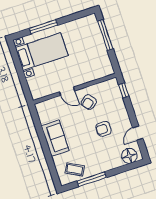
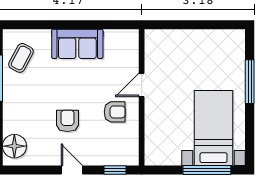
bed with nightstands: (42, 52) -> (214, 128), moved, turned 180
armchair: (89, 102) -> (115, 112), turned 128
door: (138, 133) -> (72, 170), moved

